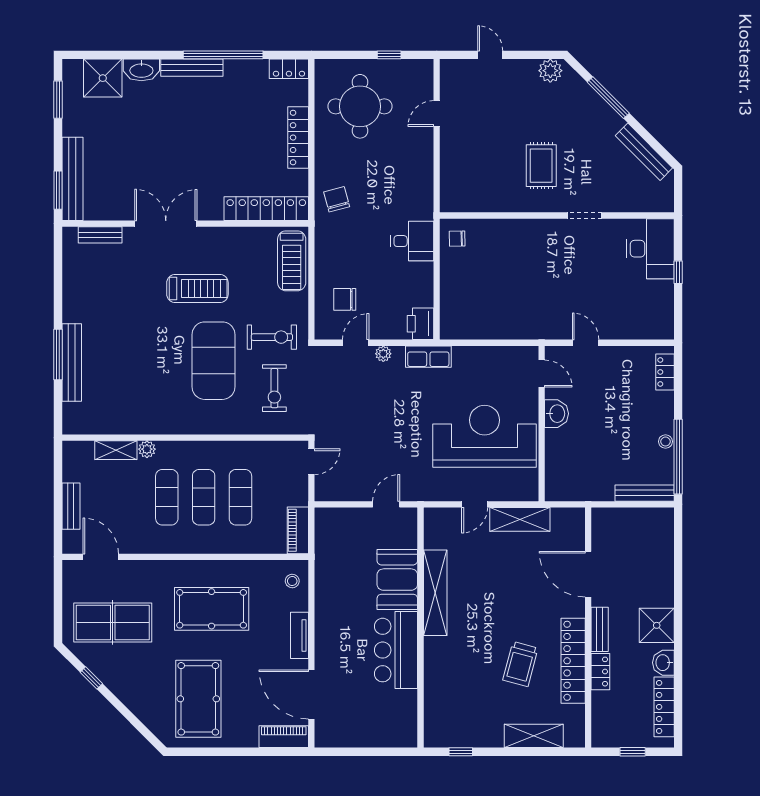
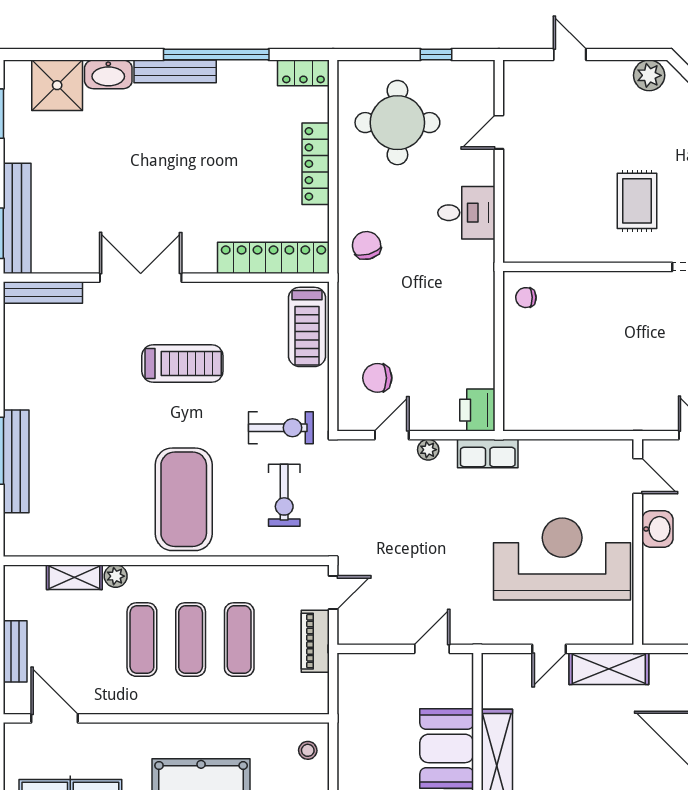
bench: (100, 235) -> (43, 293), width x1.36
desk: (412, 241) -> (466, 213), moved
exercise mat: (213, 361) -> (184, 499), moved
piano: (298, 530) -> (315, 641), moved

